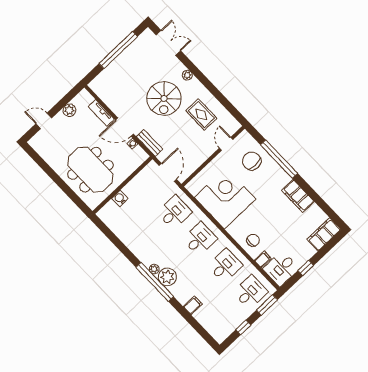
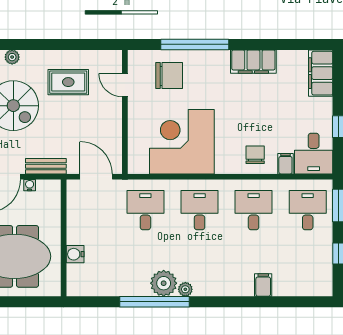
chair: (252, 161) -> (169, 76), turned 180
plant: (167, 277) -> (164, 283), moved
window: (155, 282) -> (154, 302), moved

